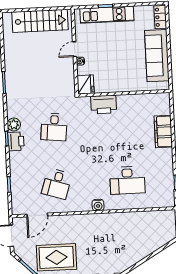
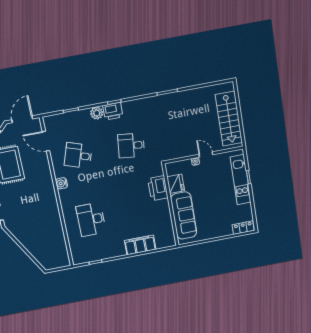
sofa: (157, 56) -> (184, 216), moved, turned 90
fridge: (86, 84) -> (176, 184), moved, turned -90
plant: (14, 124) -> (97, 113), moved
water cooler: (98, 205) -> (61, 183), moved

